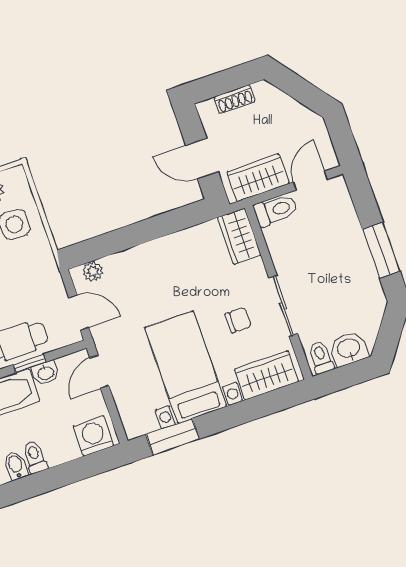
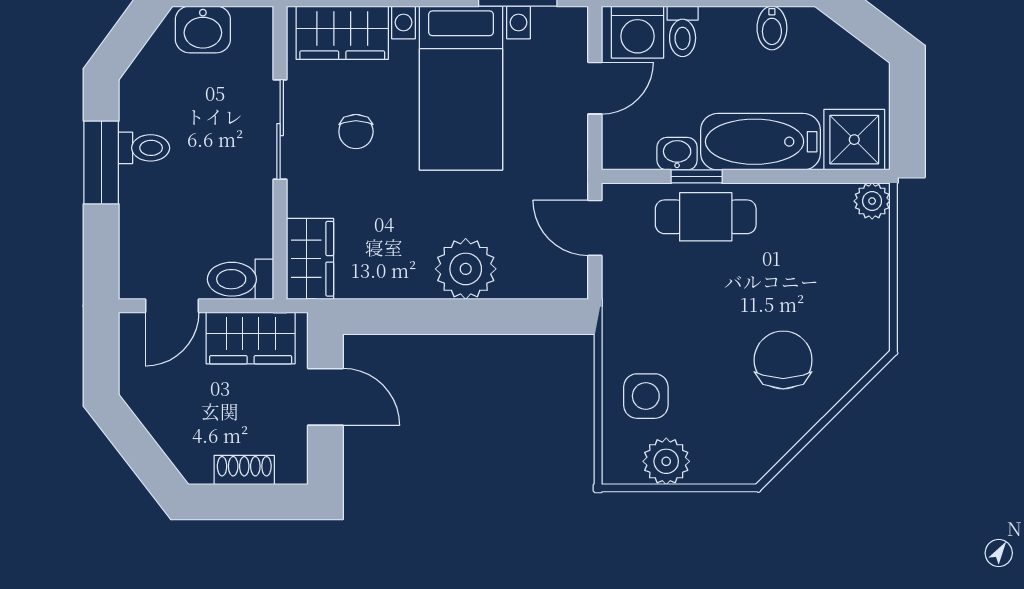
plant: (93, 271) -> (466, 269), moved, width x1.87, depth x1.87
chair: (238, 320) -> (356, 132), turned -90
toilet: (321, 357) -> (144, 148), moved, turned -90
door: (99, 372) -> (595, 88), moved
toilet: (35, 457) -> (683, 31), moved

